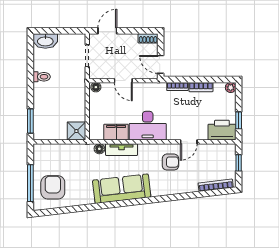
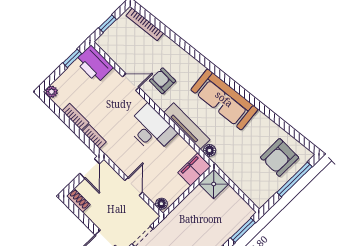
filing cabinet: (116, 132) -> (194, 170), moved, turned 90
tv unit: (122, 150) -> (187, 126), width x1.41

